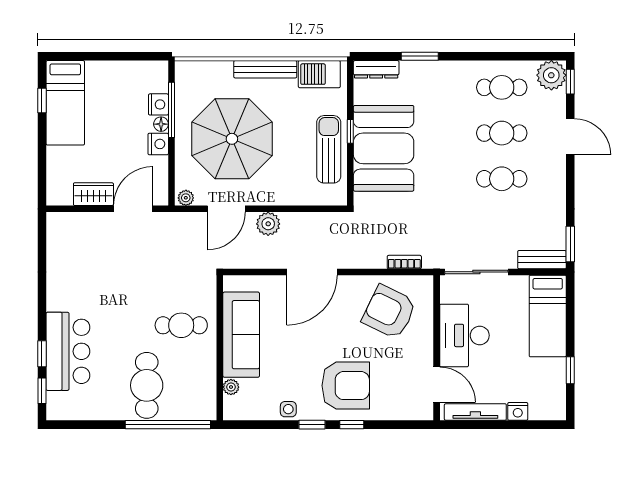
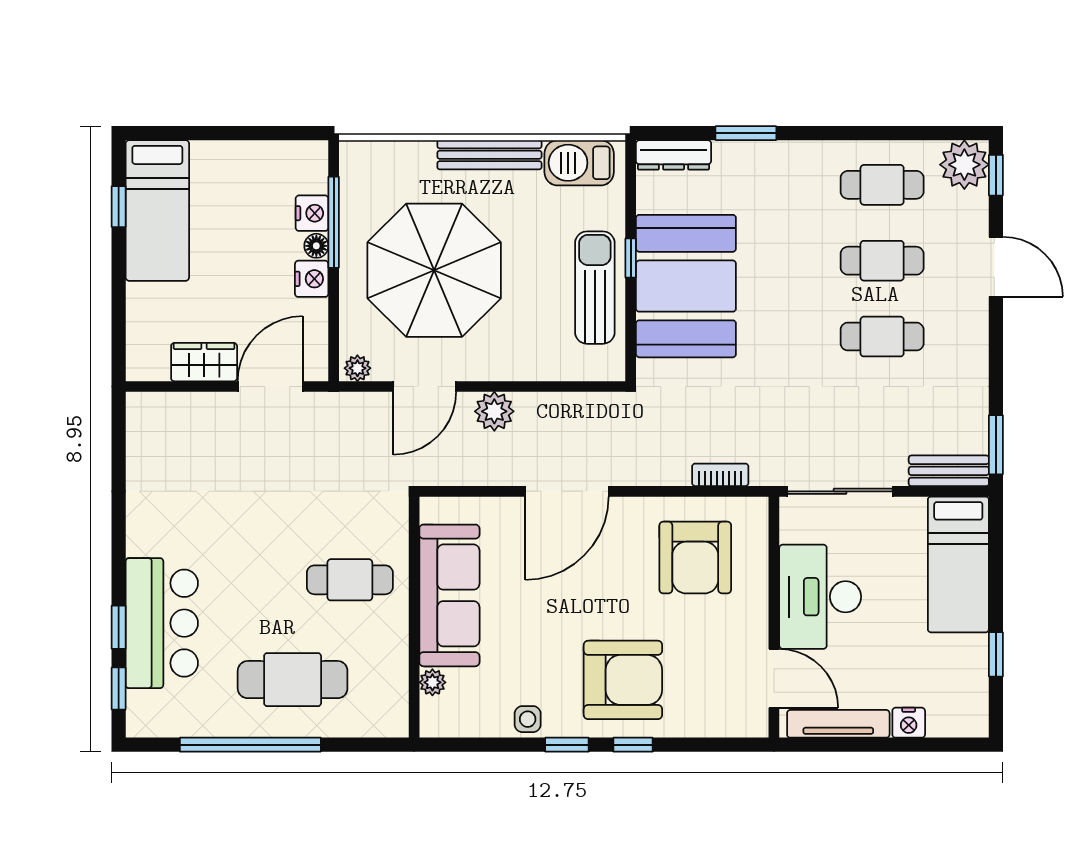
armchair: (389, 312) -> (695, 558), turned -116
cafe table: (147, 385) -> (293, 680), turned 90
window: (168, 425) -> (250, 745), moved

